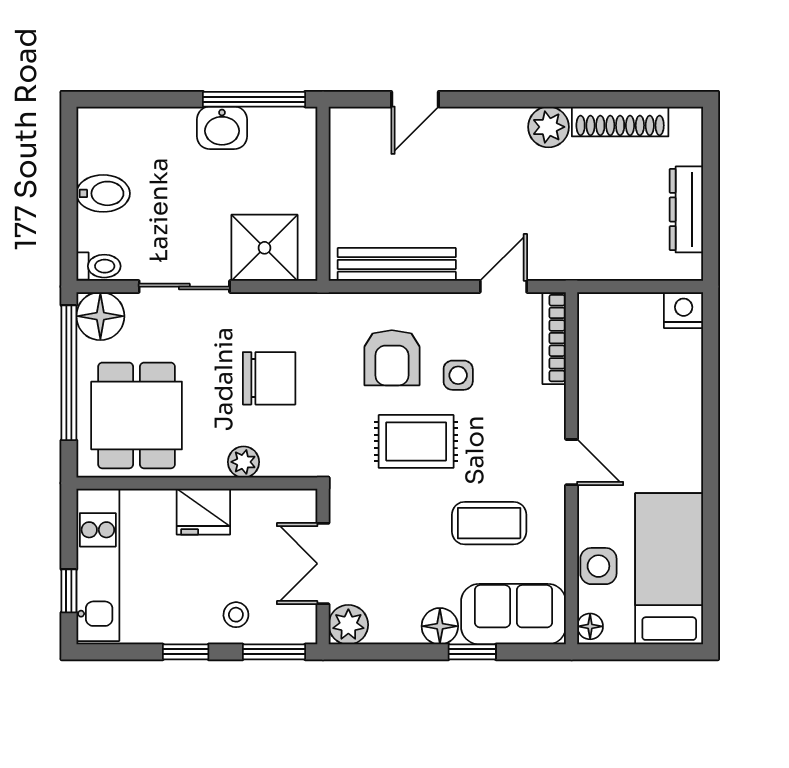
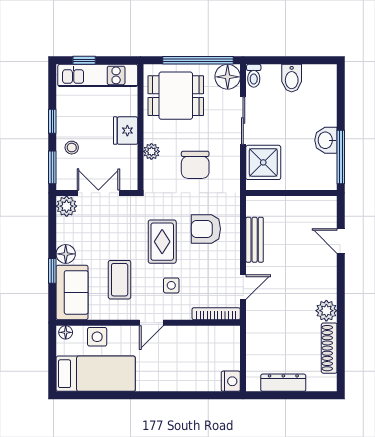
bench: (397, 264) -> (255, 240), width x0.73
door: (503, 287) -> (243, 287), hinge flipped
side table: (458, 375) -> (171, 285), moved

